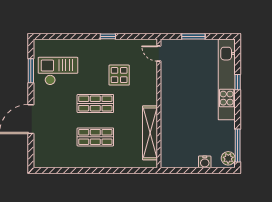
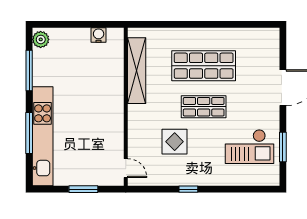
window: (238, 82) -> (29, 133), width x2.17
shop shelf: (95, 137) -> (204, 66), width x1.43, depth x1.36
window: (238, 145) -> (29, 71), moved
water cooler: (205, 162) -> (99, 35), moved

